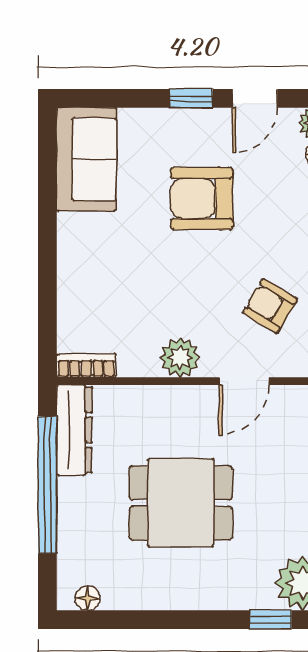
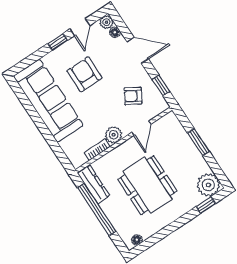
sofa: (86, 159) -> (48, 101), width x1.85, depth x1.27
armchair: (202, 199) -> (85, 74), turned 90
bookcase: (86, 366) -> (97, 150), moved
dining table: (181, 503) -> (147, 185), width x1.38

